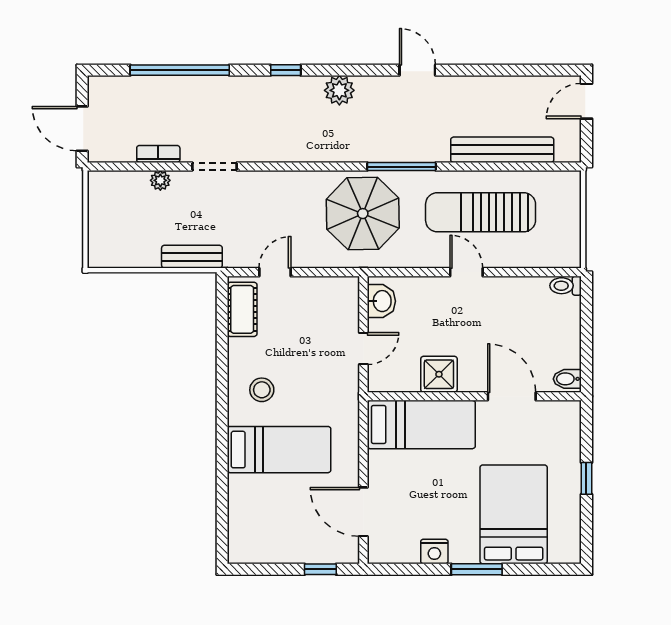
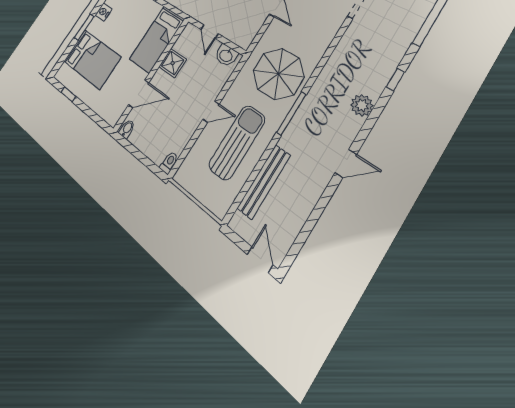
window: (586, 478) -> (68, 94), moved

